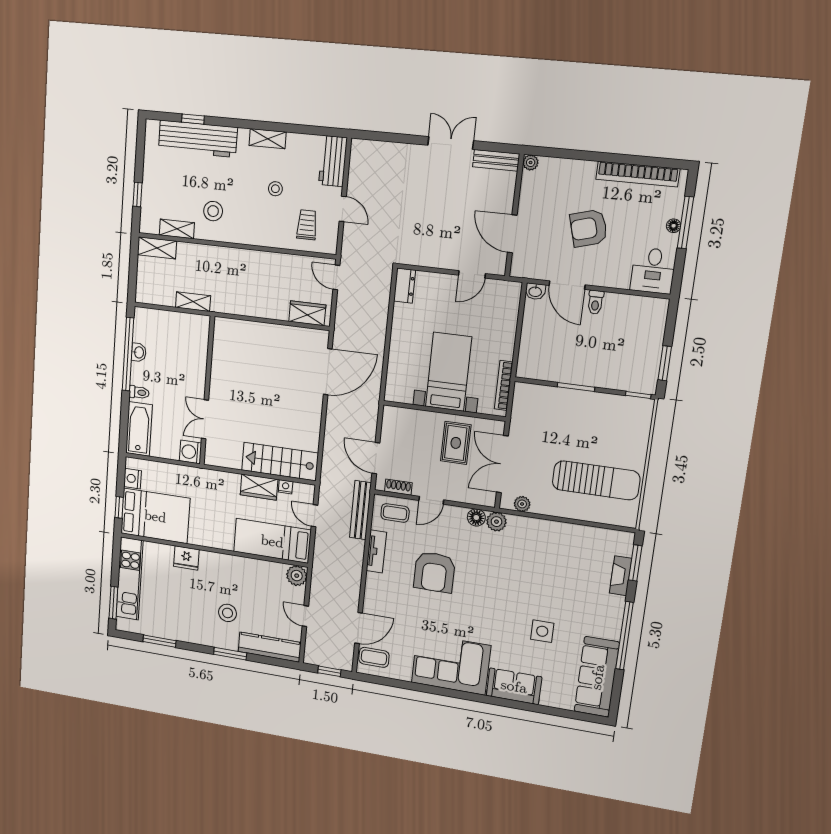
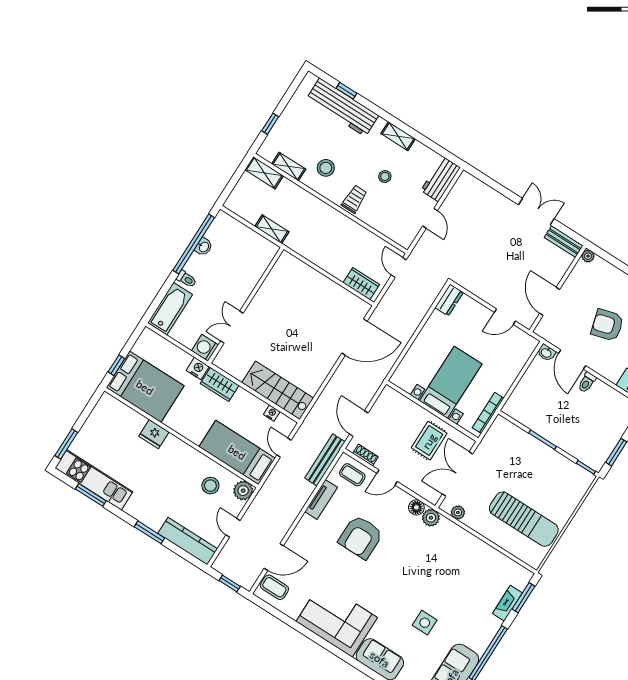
trolley: (307, 225) -> (354, 199), moved
nightstand: (132, 479) -> (198, 368), moved, turned 90
wardrobe: (259, 487) -> (220, 384), moved
kitchen unit: (129, 579) -> (94, 480), moved, turned -90
stool: (227, 613) -> (210, 486), moved

